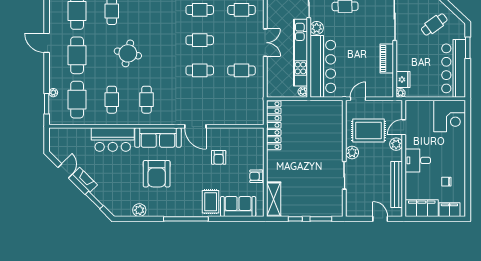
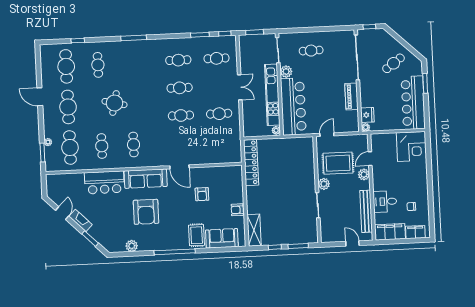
desk: (418, 160) -> (385, 202), moved

